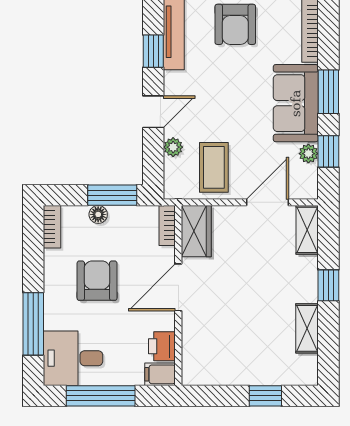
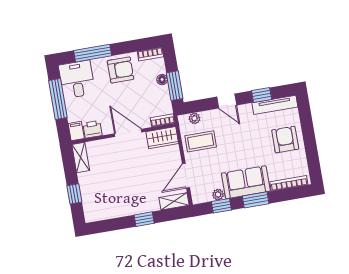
armchair: (235, 24) -> (285, 140), turned 90
plant: (173, 147) -> (195, 118), moved
door: (268, 202) -> (186, 176), swing flipped
armchair: (97, 281) -> (121, 70), moved
shelving: (307, 328) -> (81, 158), moved, turned 90

